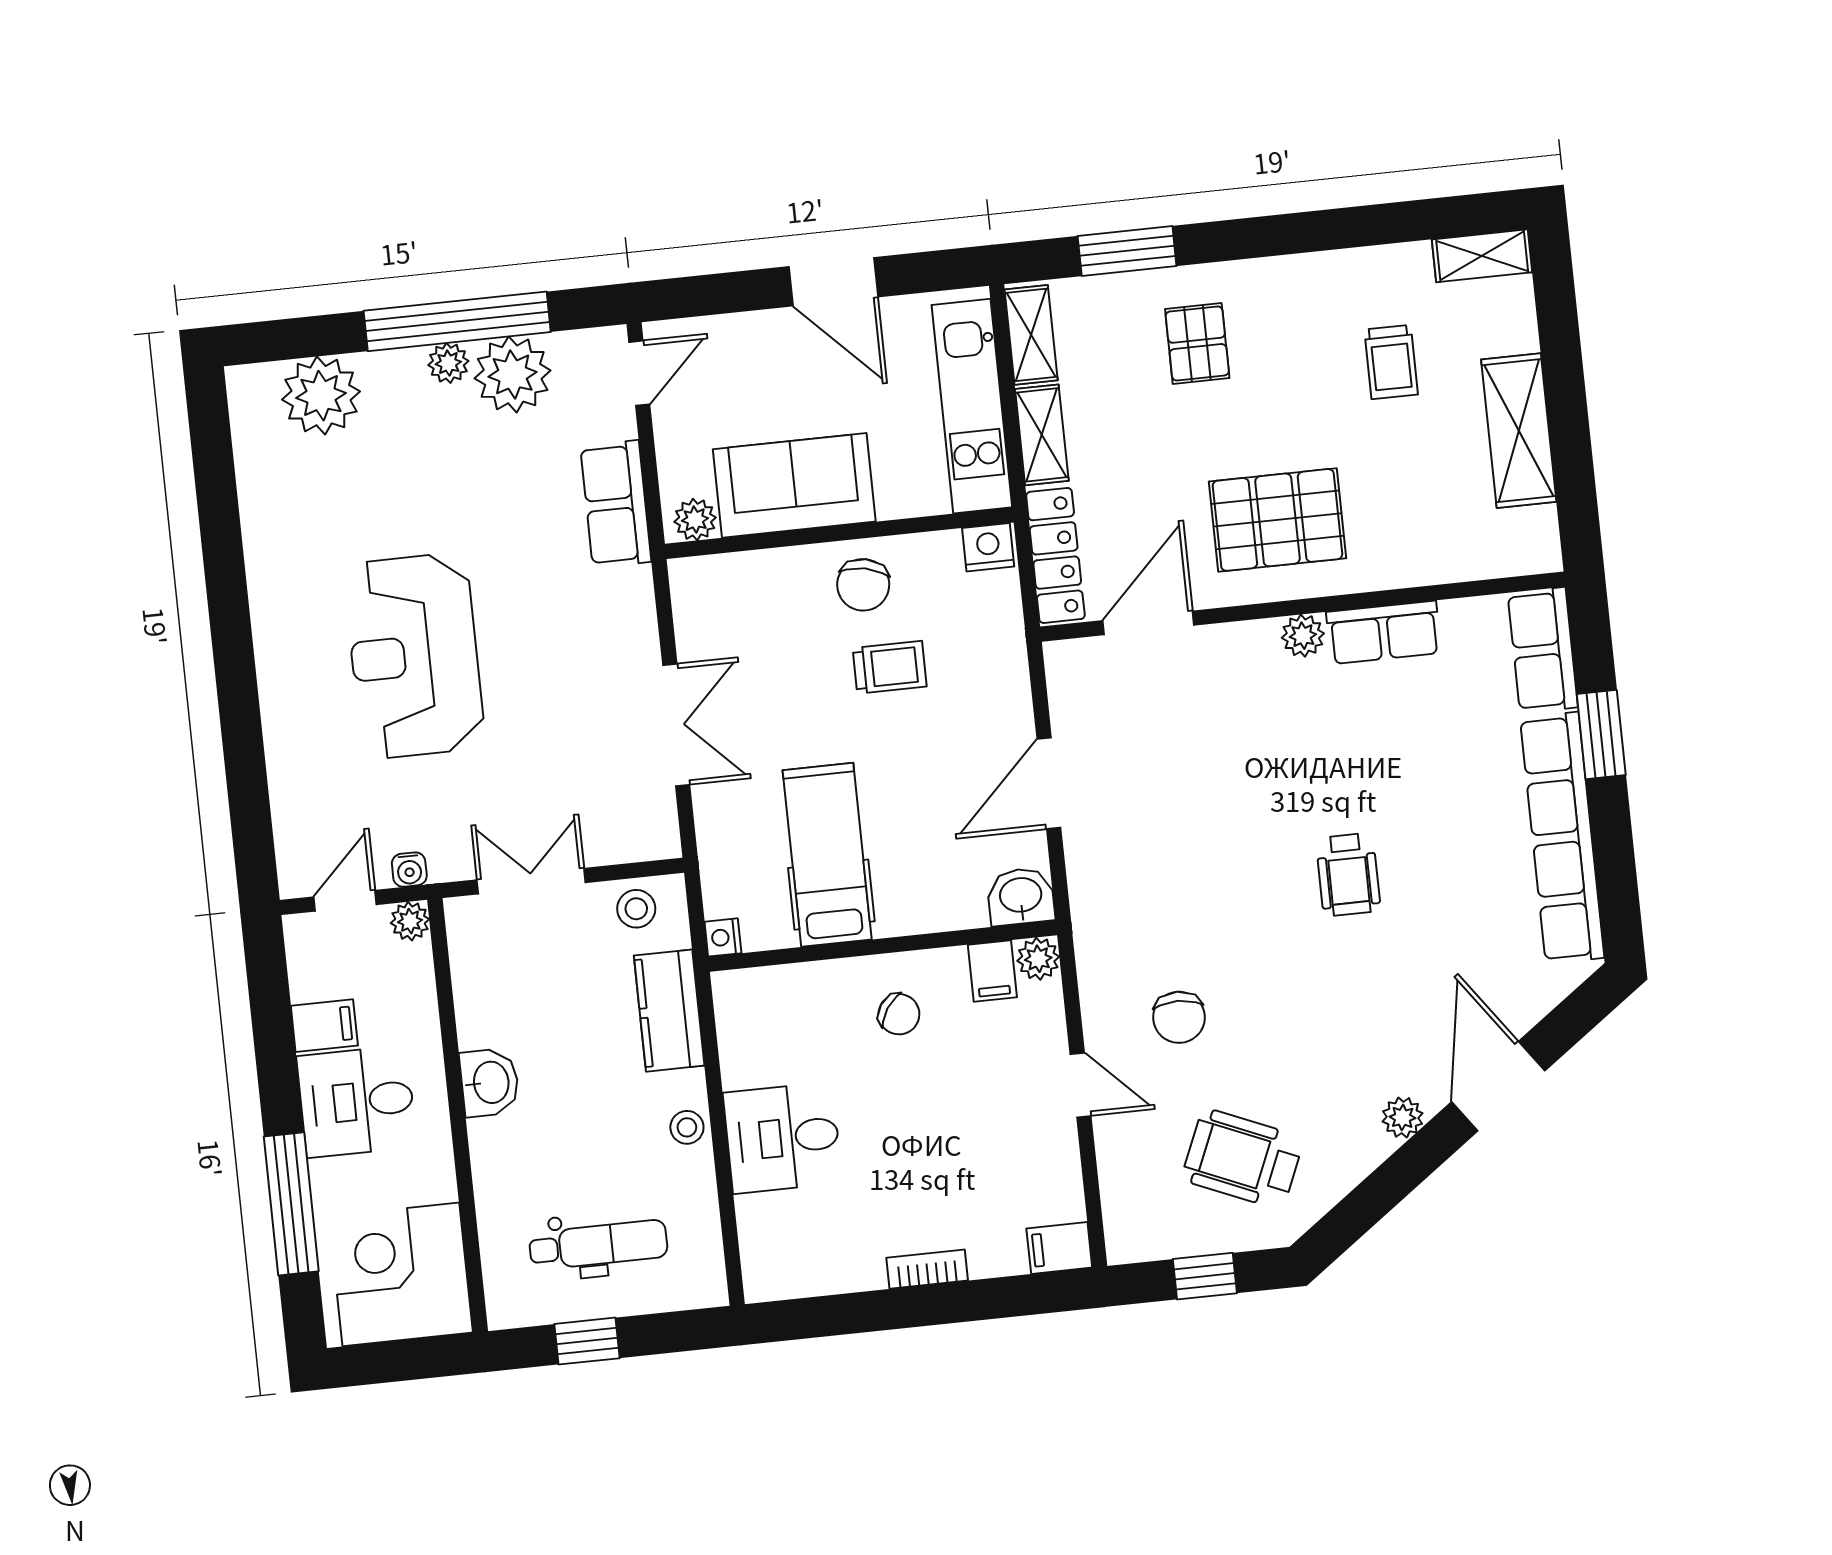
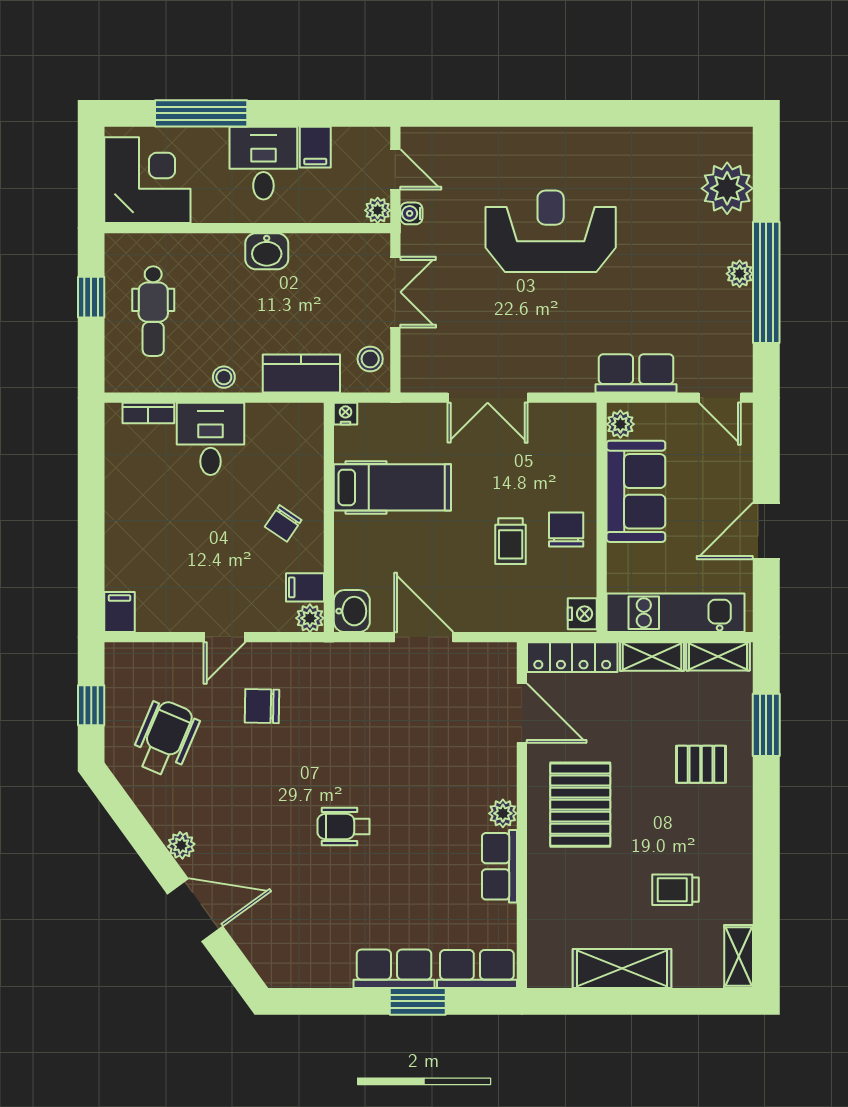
plant: (513, 374) -> (728, 315), removed
chair: (863, 585) -> (566, 530), turned 78
row of seats: (1562, 838) -> (394, 969), width x0.50
bookcase: (927, 1269) -> (148, 413), moved, turned 90

